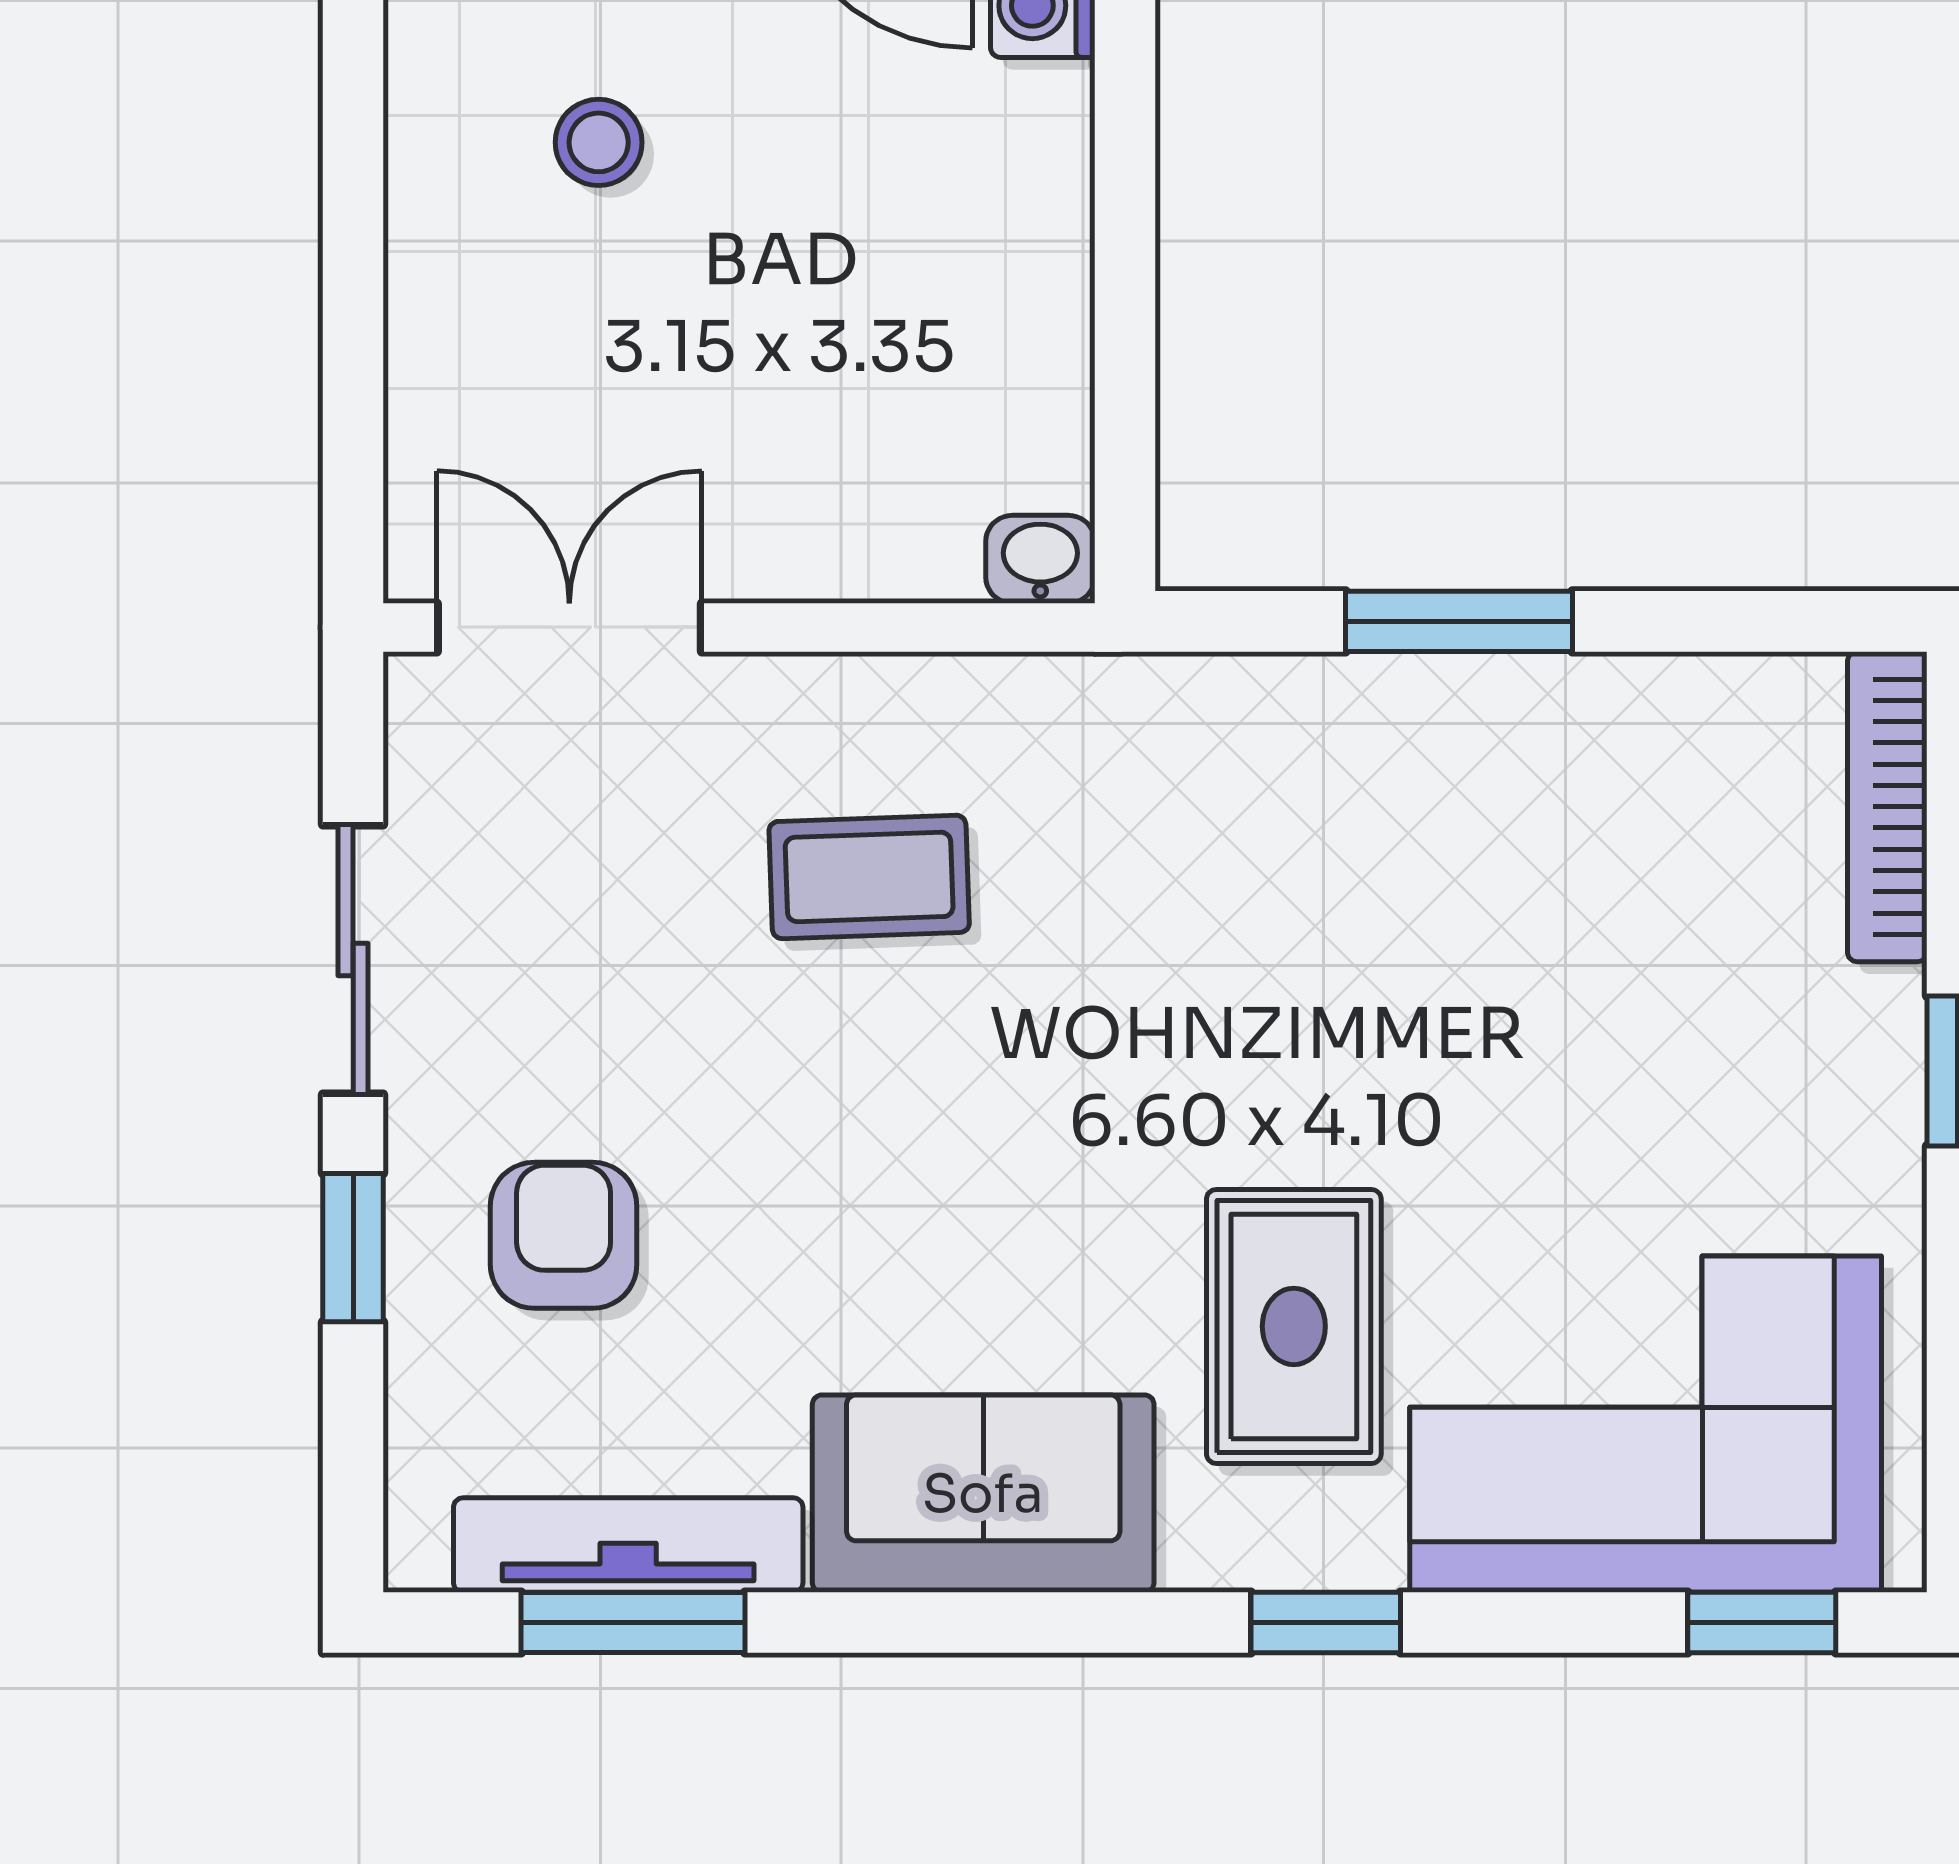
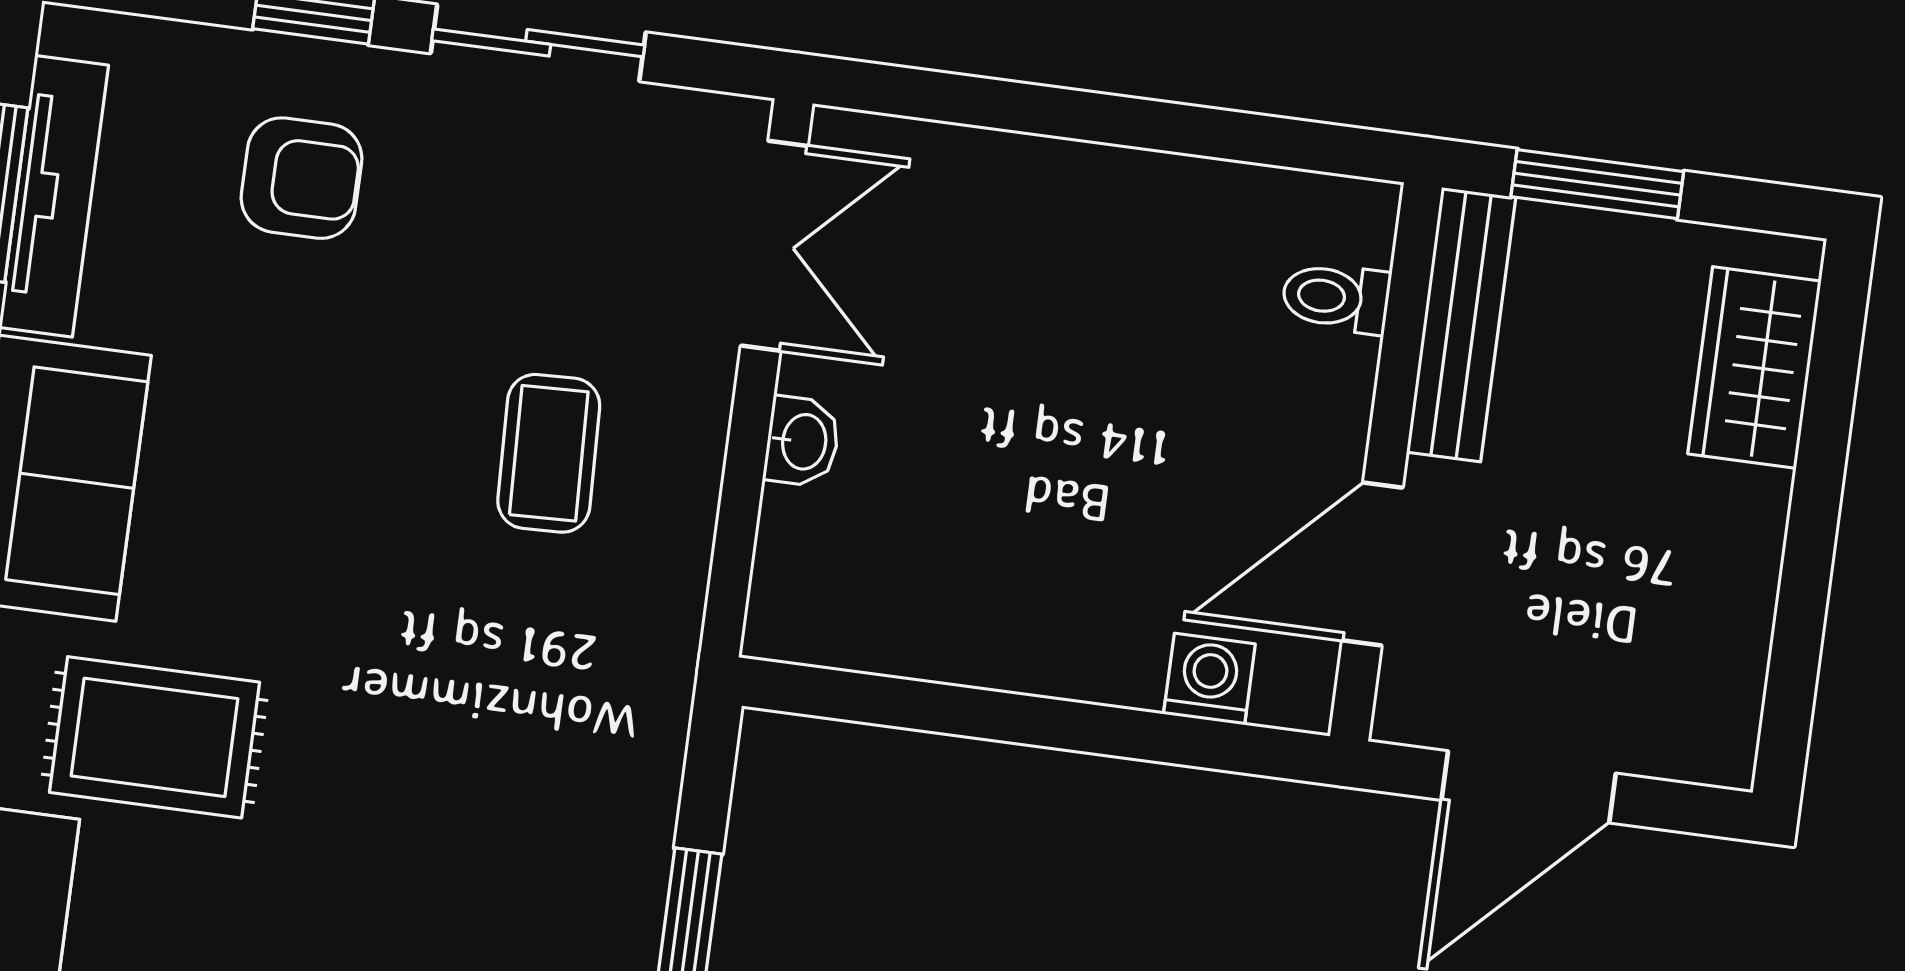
stool: (599, 142) -> (1149, 319), removed
washbasin: (1040, 559) -> (802, 442), moved

